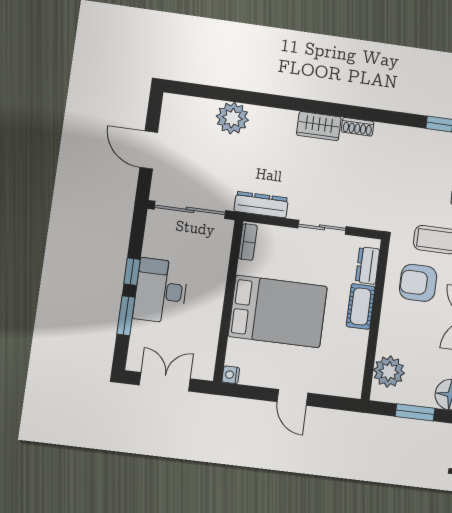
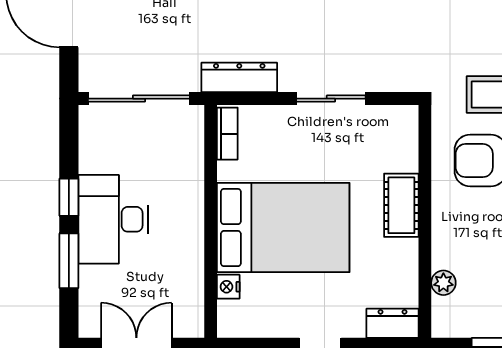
dresser: (368, 266) -> (392, 323), moved, turned 90
plant: (389, 372) -> (443, 283), width x0.53, depth x0.53
nightstand: (231, 375) -> (228, 287), moved

